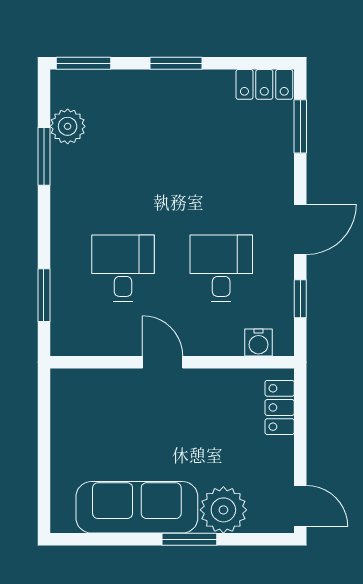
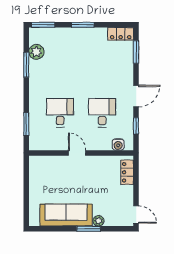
plant: (223, 510) -> (98, 221), width x0.53, depth x0.53

